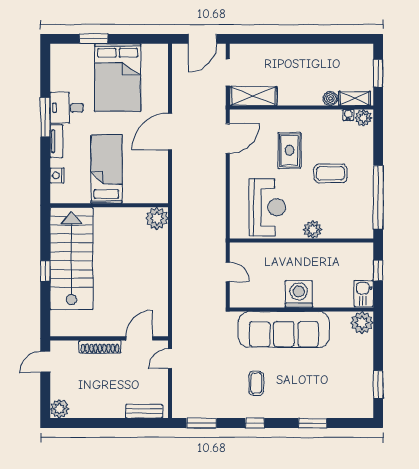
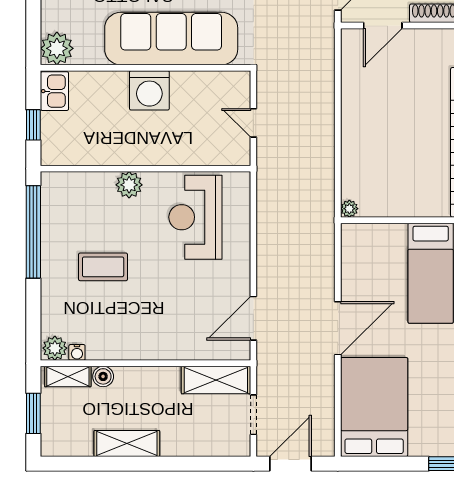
shelving: (314, 53) -> (127, 444), added
bed: (118, 78) -> (374, 407), moved
rug: (290, 150) -> (163, 301), removed
plant: (157, 218) -> (349, 209), width x0.53, depth x0.53

